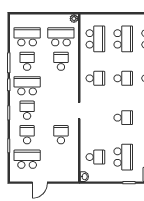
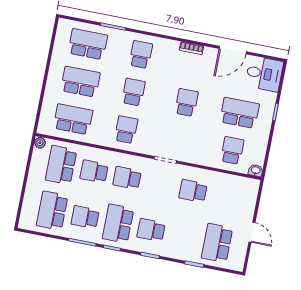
school desk: (27, 135) -> (127, 178), moved

